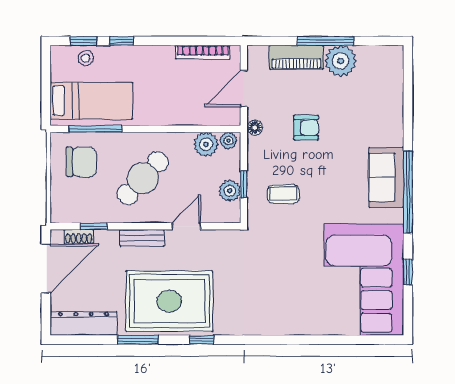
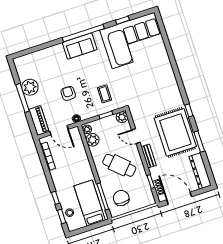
piano: (296, 57) -> (39, 121), moved
plant: (230, 191) -> (122, 117), moved

